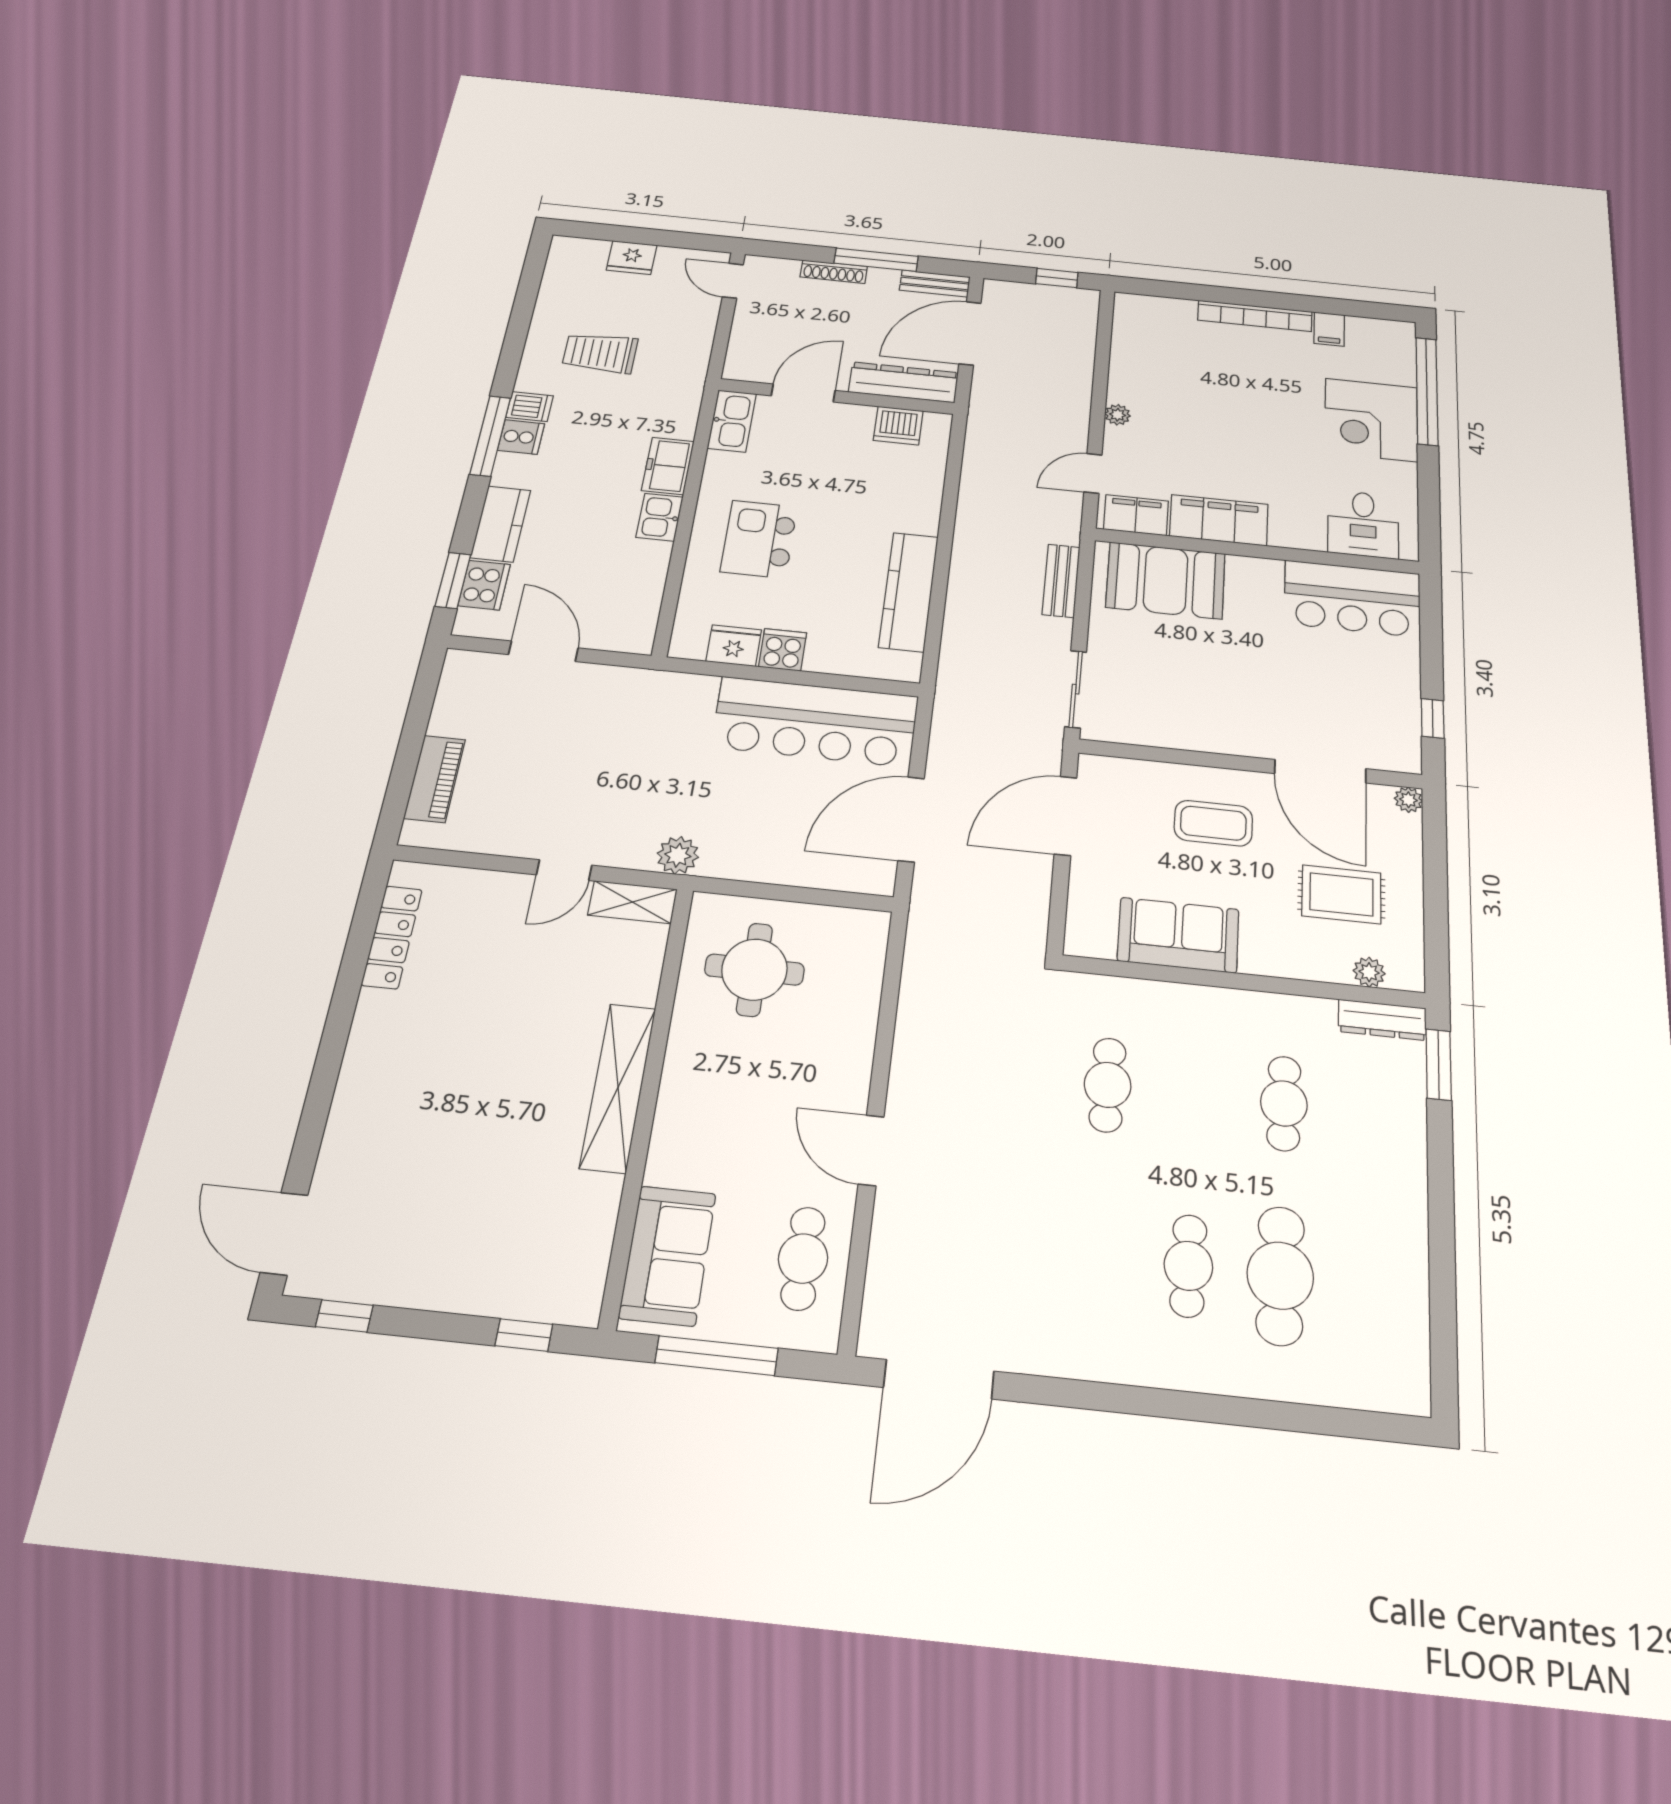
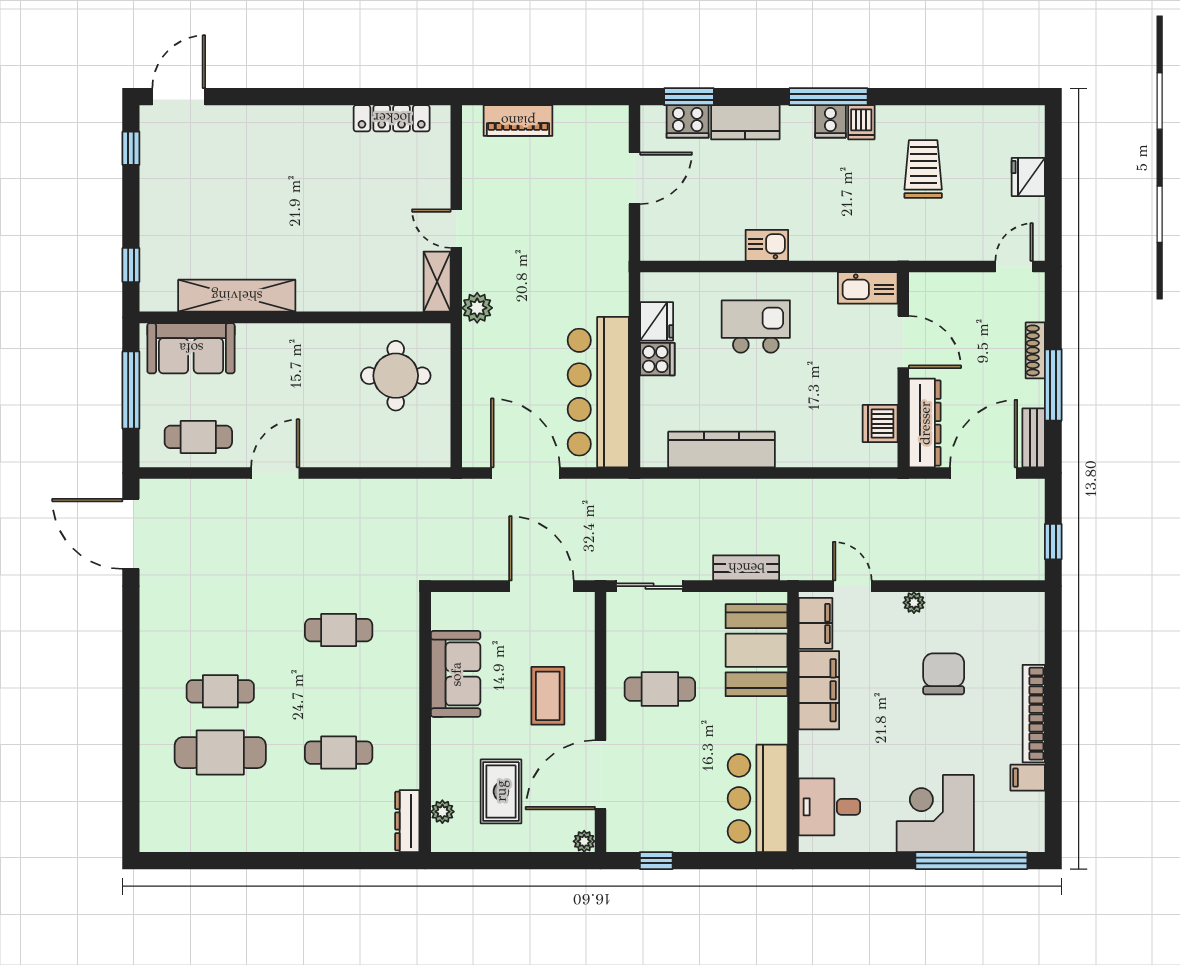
door: (970, 333) -> (983, 473), hinge flipped
chair: (1205, 395) -> (944, 674), added
freezer: (668, 466) -> (817, 244), removed
cafe table: (1210, 691) -> (660, 689), added
window: (1439, 1065) -> (379, 861), removed
shelving: (618, 1087) -> (237, 296), moved

